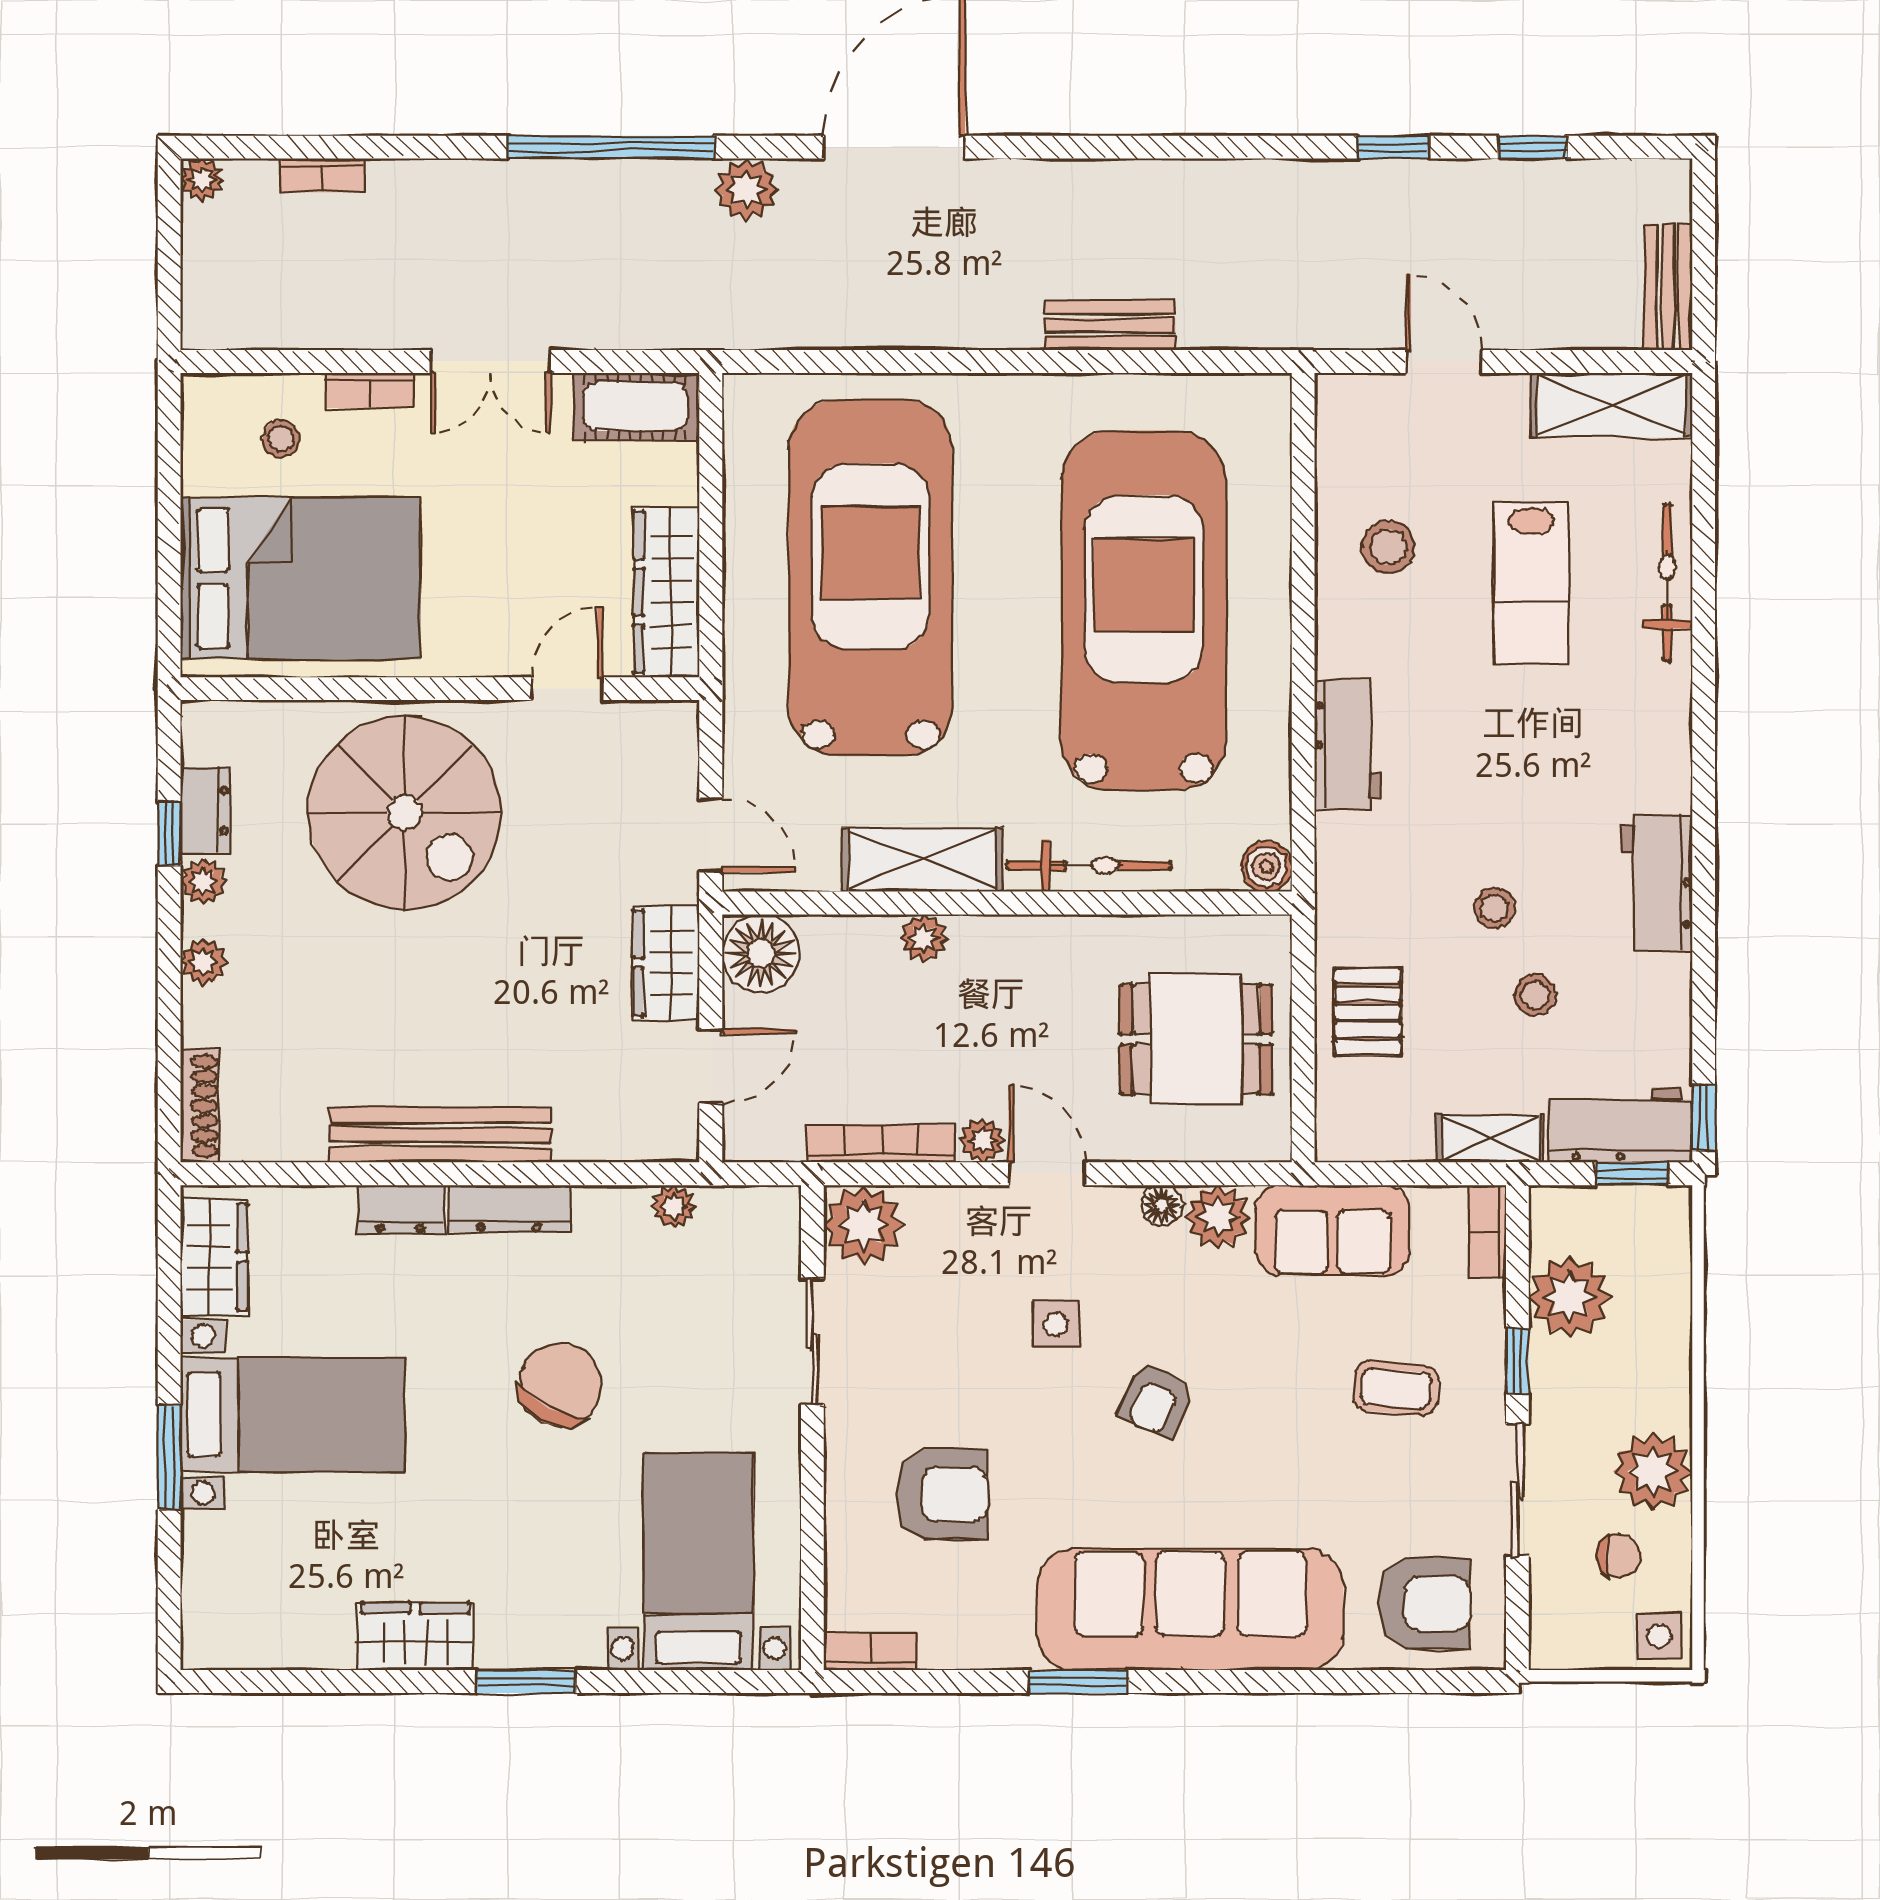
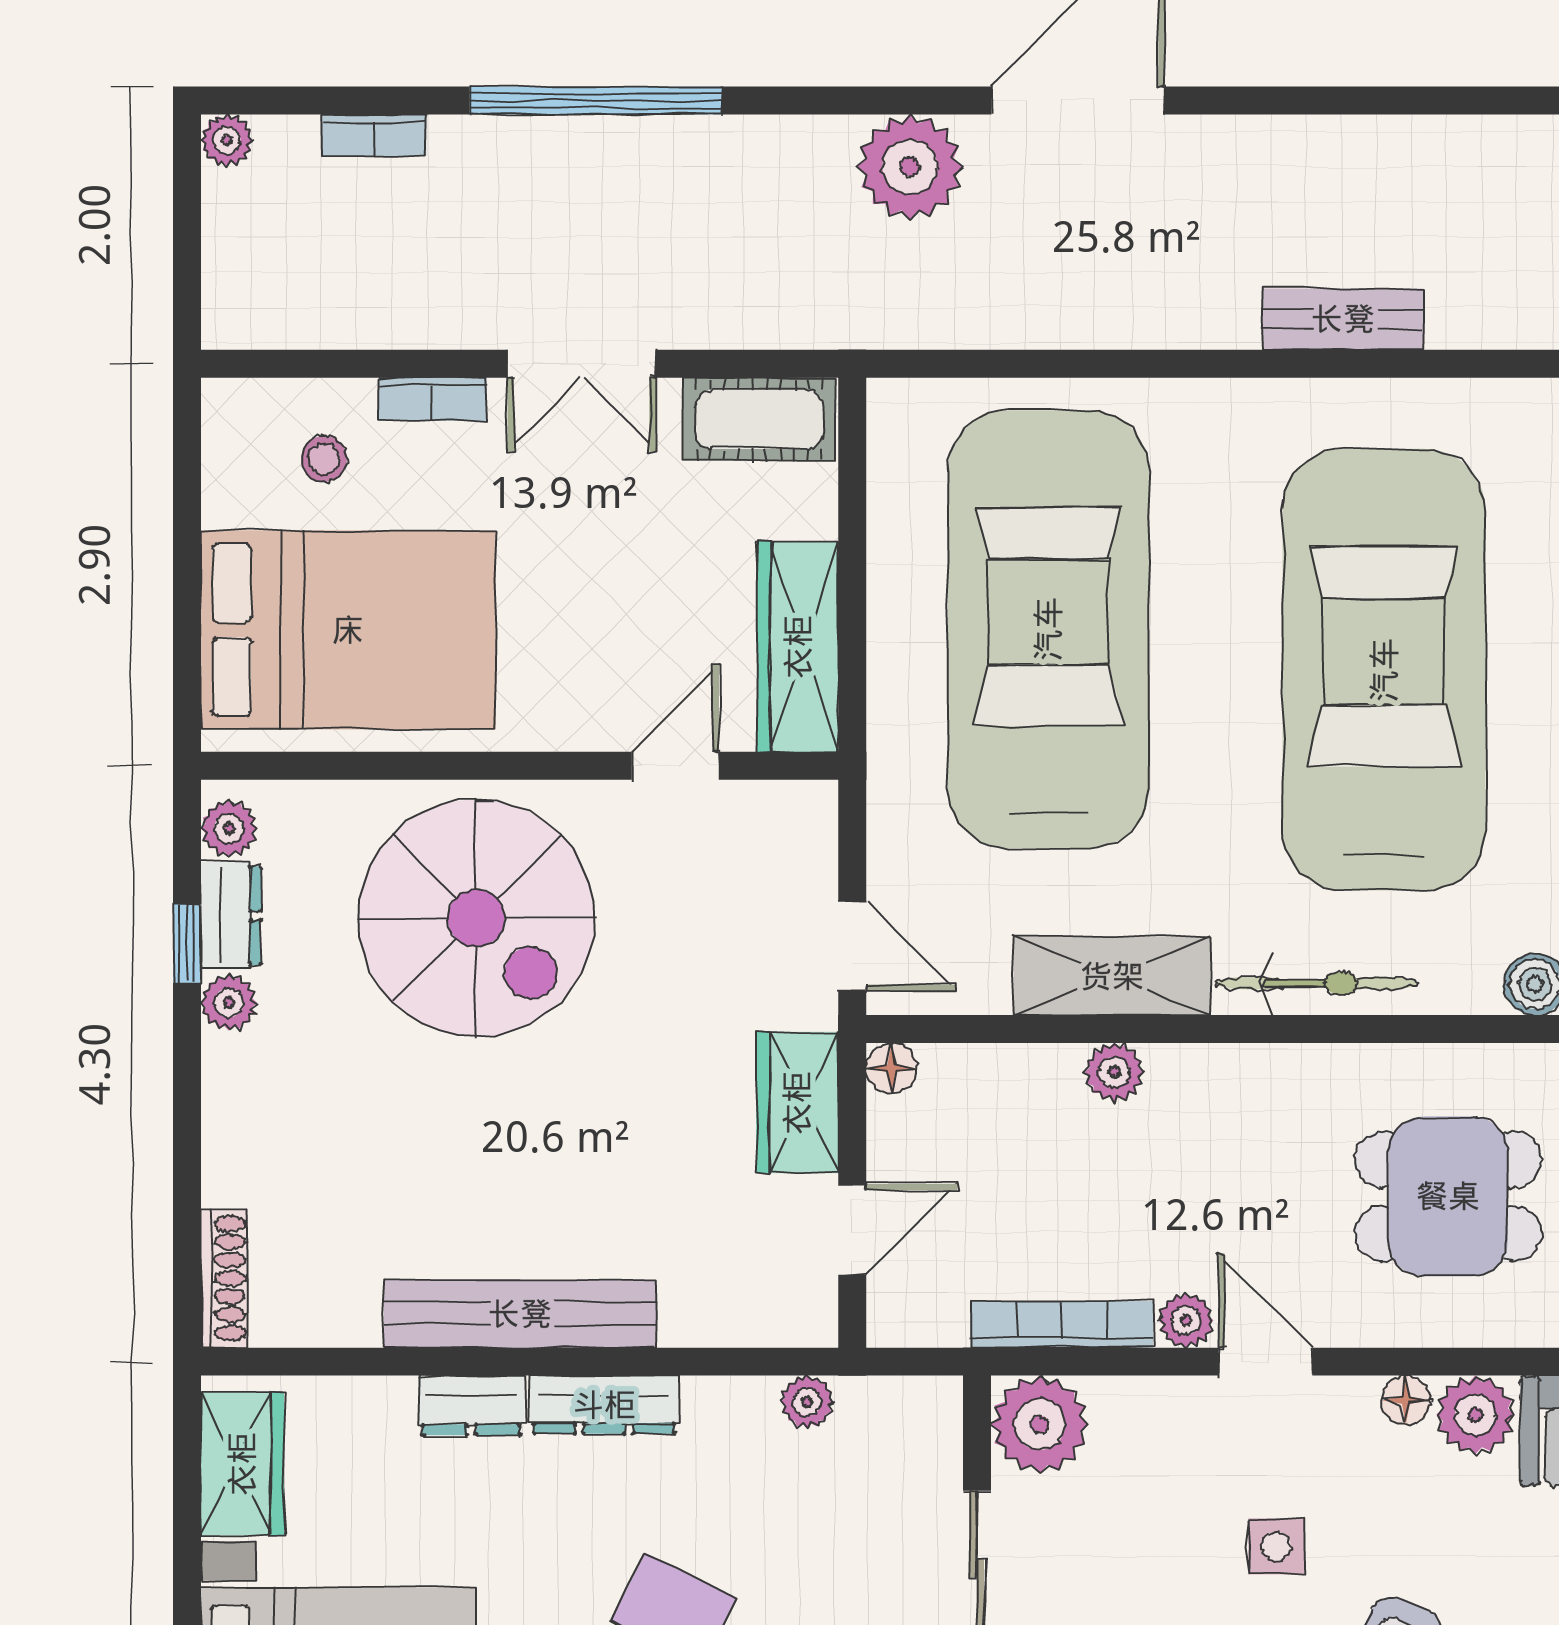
window: (611, 147) -> (596, 100), moved
plant: (746, 190) -> (910, 167), width x1.36, depth x1.36
floor lamp: (761, 953) -> (891, 1068), width x0.53, depth x0.53
plant: (203, 962) -> (229, 828), moved

